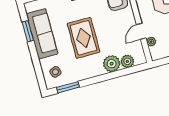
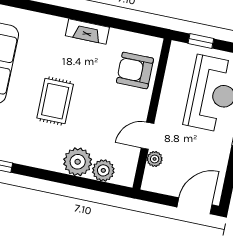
rug: (84, 38) -> (55, 101), width x0.73, depth x0.70

